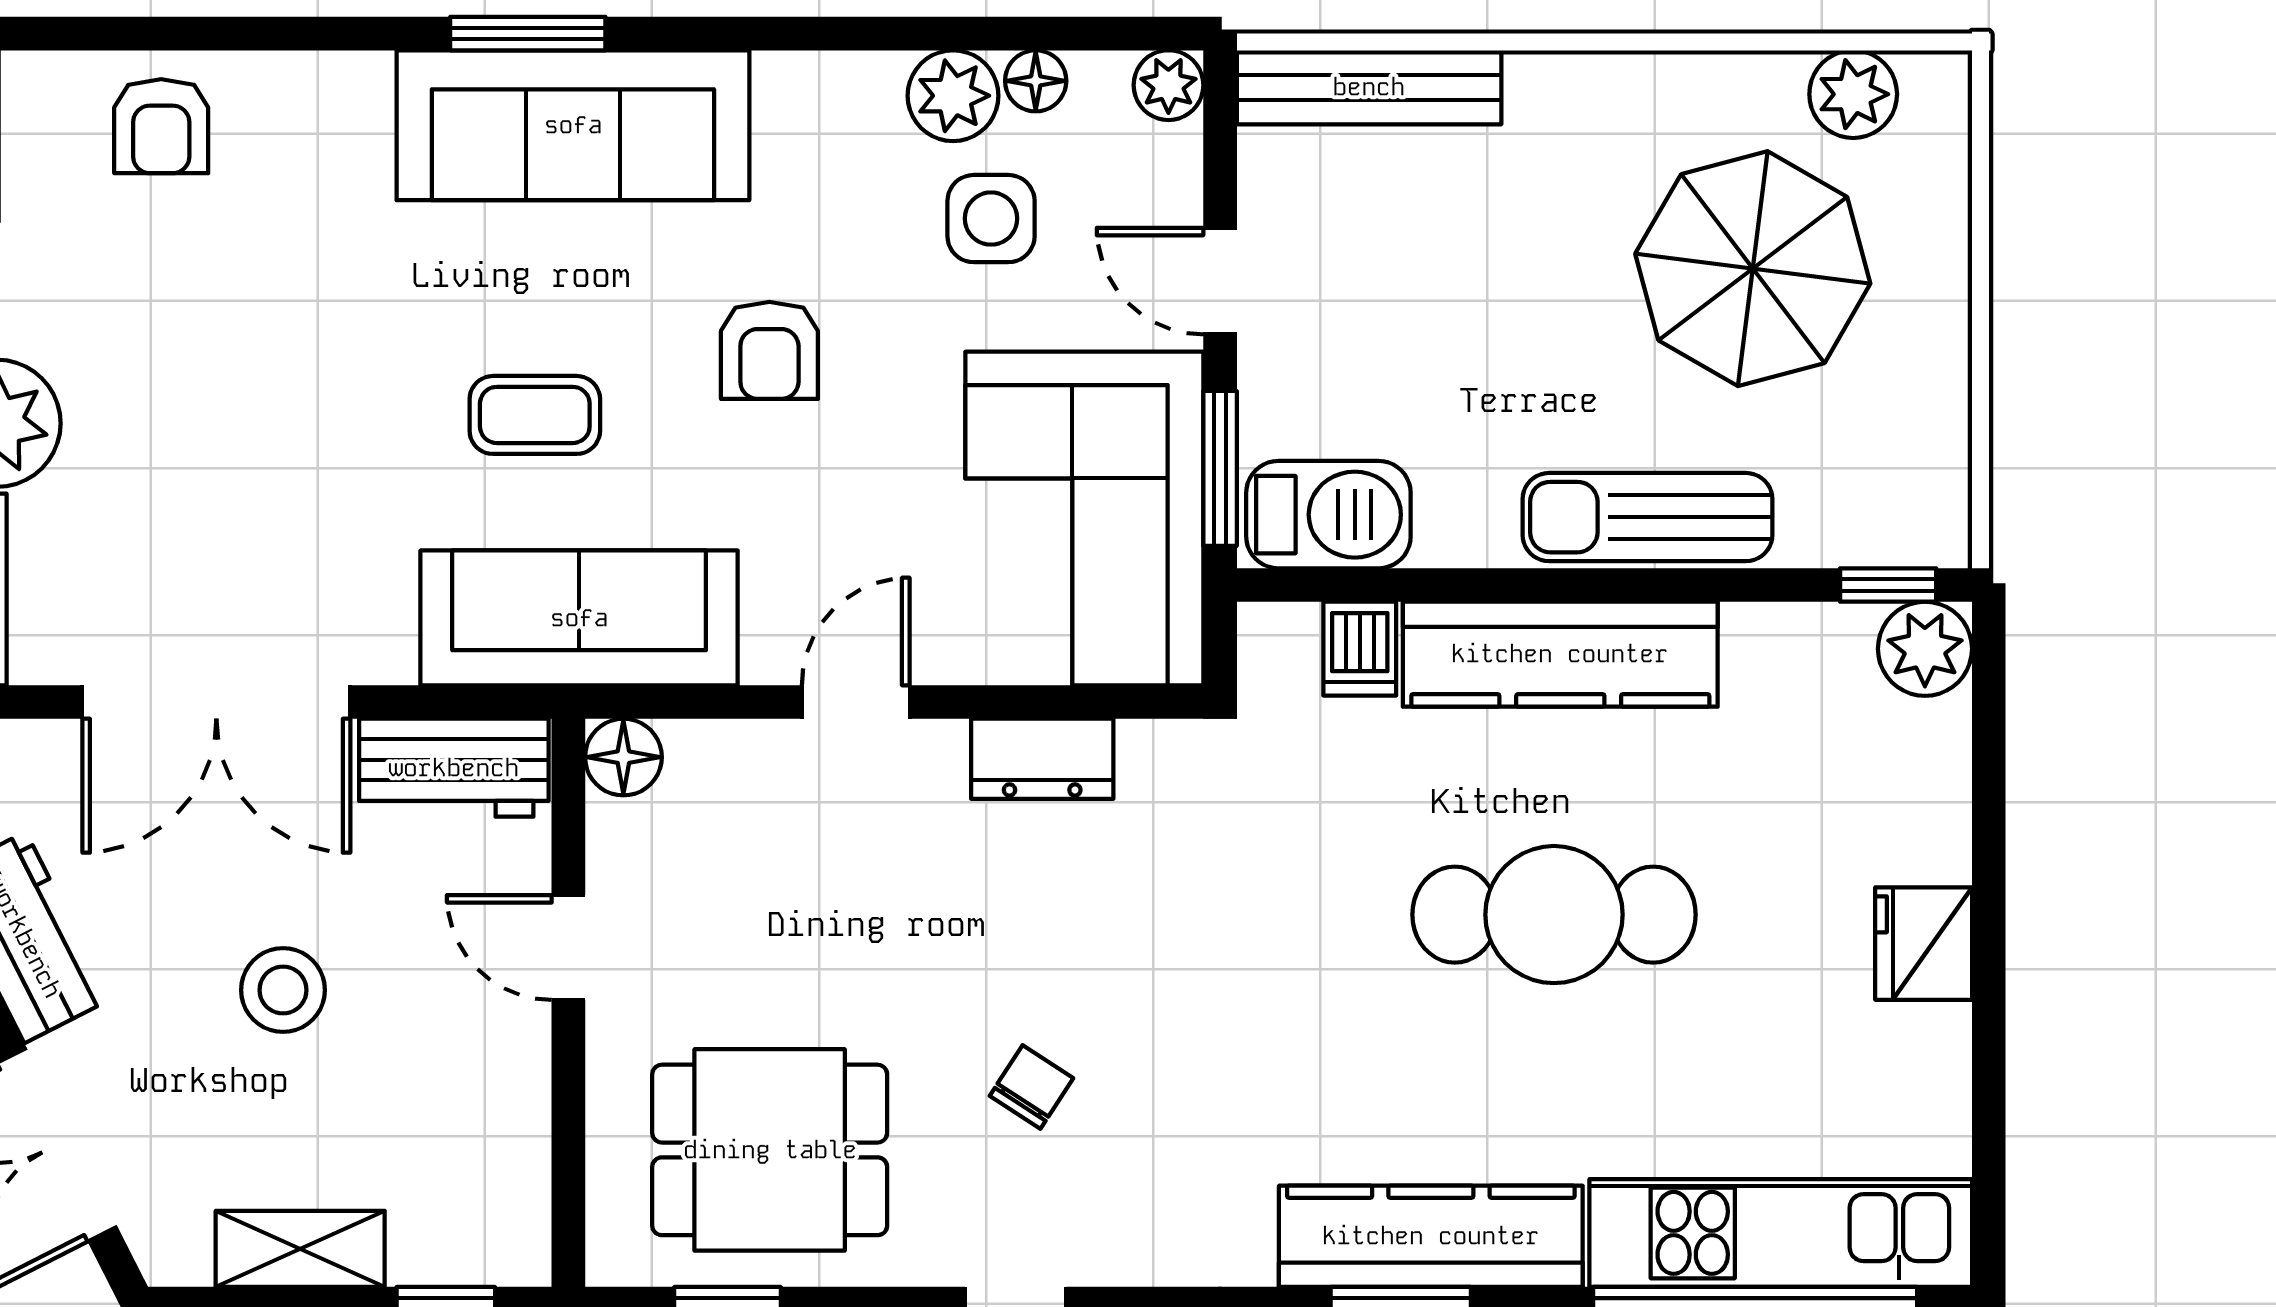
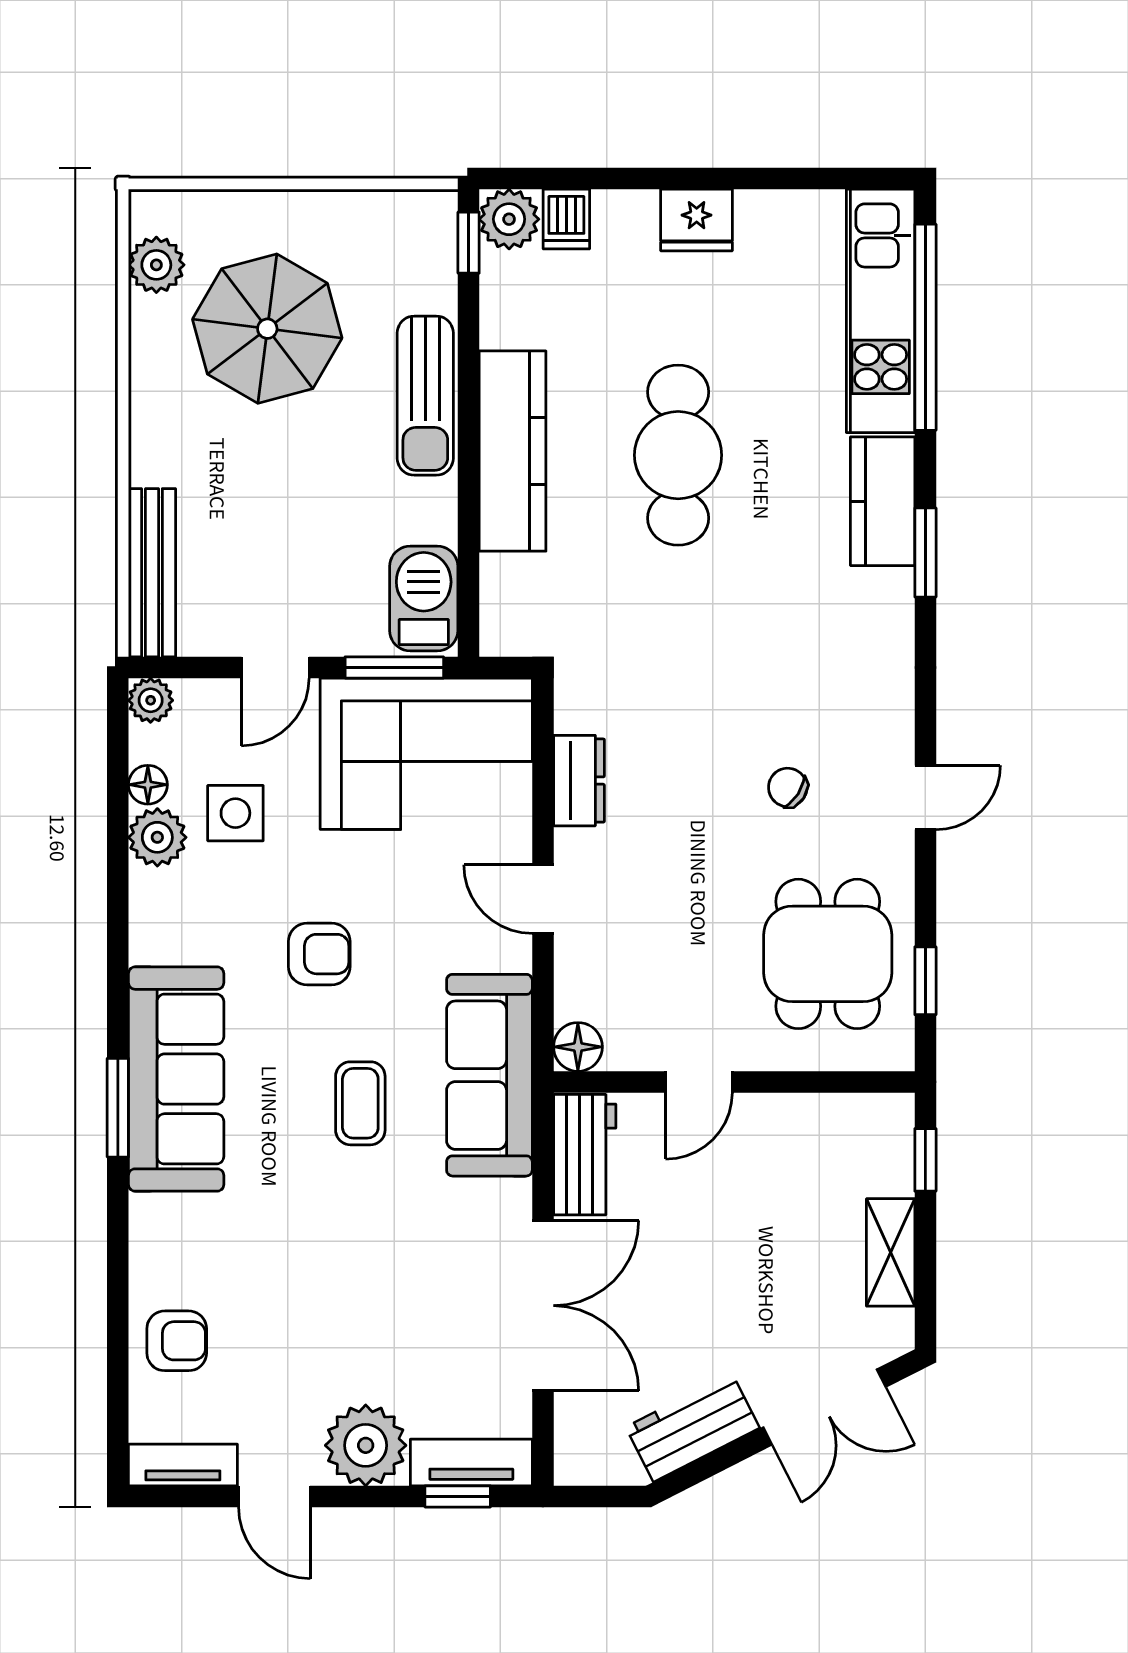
dishwasher: (1360, 649) -> (566, 219), moved, turned 90
stool: (283, 990) -> (726, 1263), removed
kitchen counter: (1431, 1236) -> (883, 501), width x0.67

